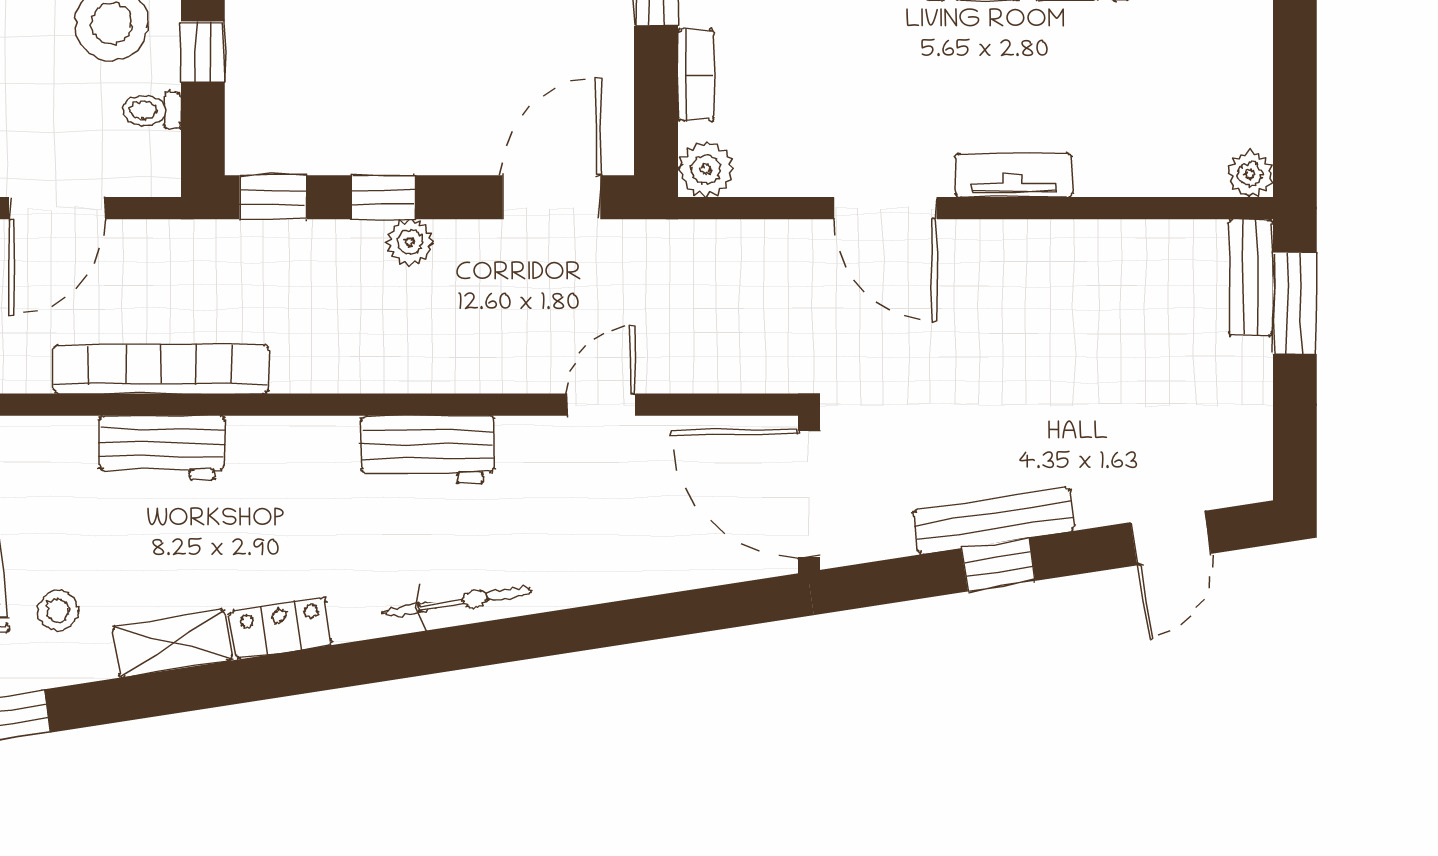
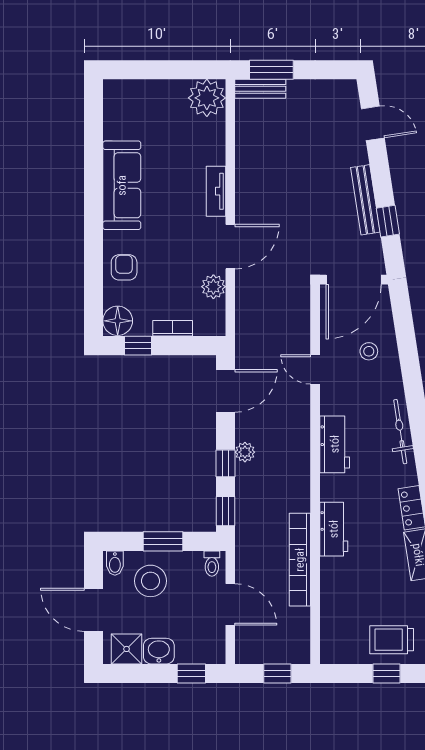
window: (203, 52) -> (163, 541), width x1.50
toilet: (152, 110) -> (212, 564), moved
plant: (706, 169) -> (213, 287), moved
plant: (1250, 174) -> (207, 98), width x1.87, depth x1.87
door: (551, 197) -> (226, 391), swing flipped
workbench: (162, 448) -> (334, 529), moved
window: (998, 565) -> (388, 221), moved
stool: (58, 610) -> (369, 351), moved

